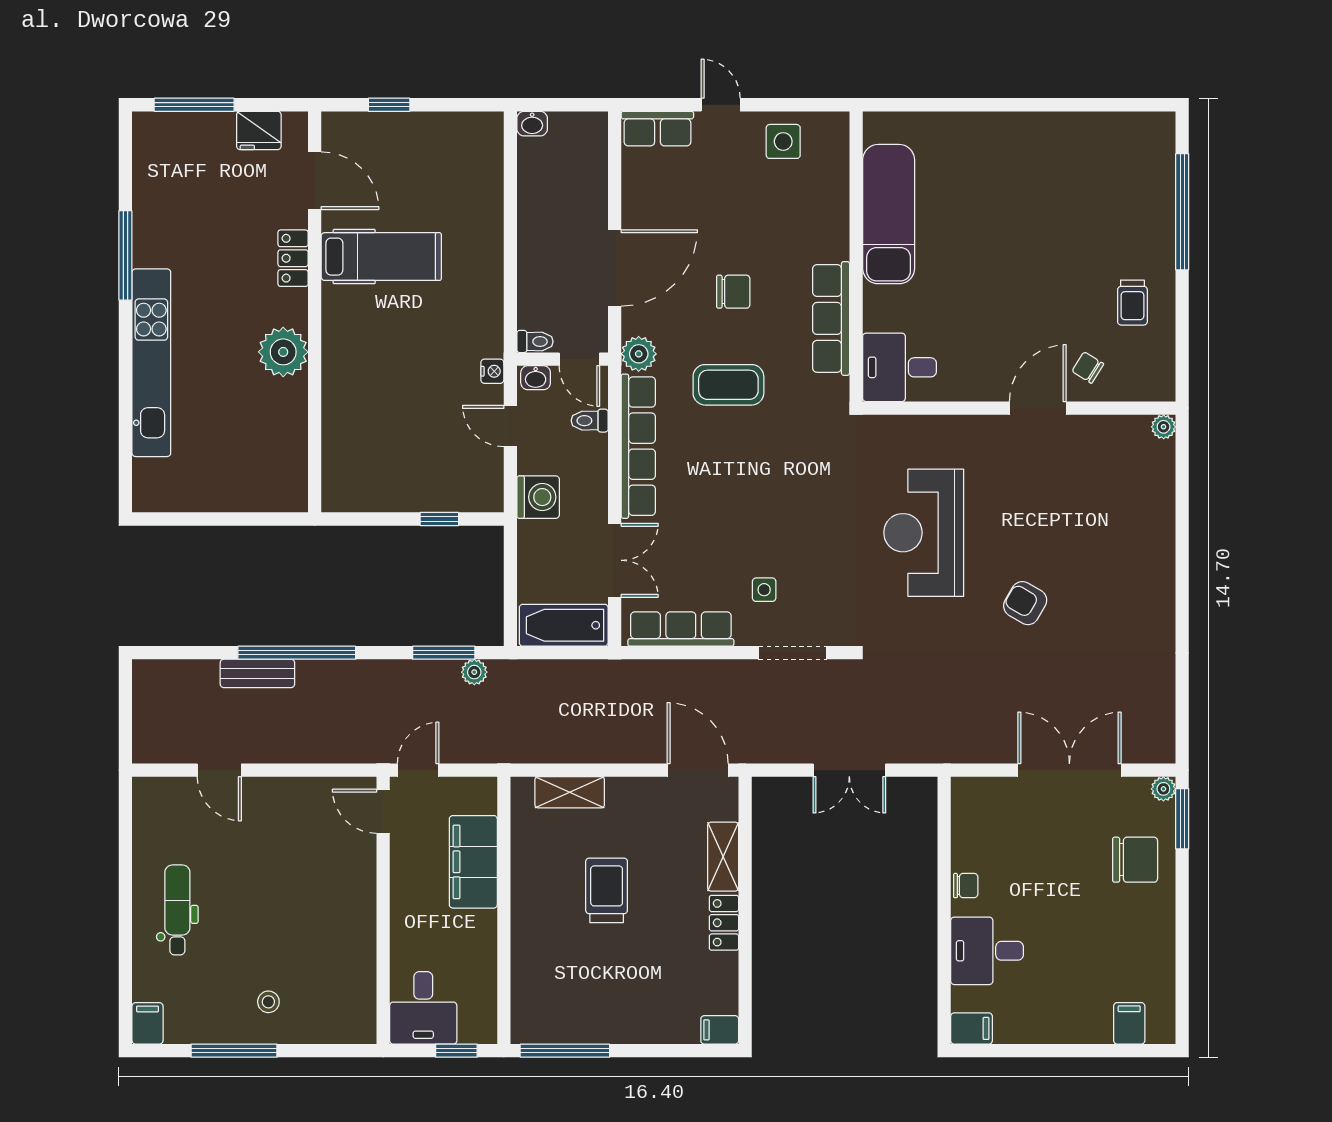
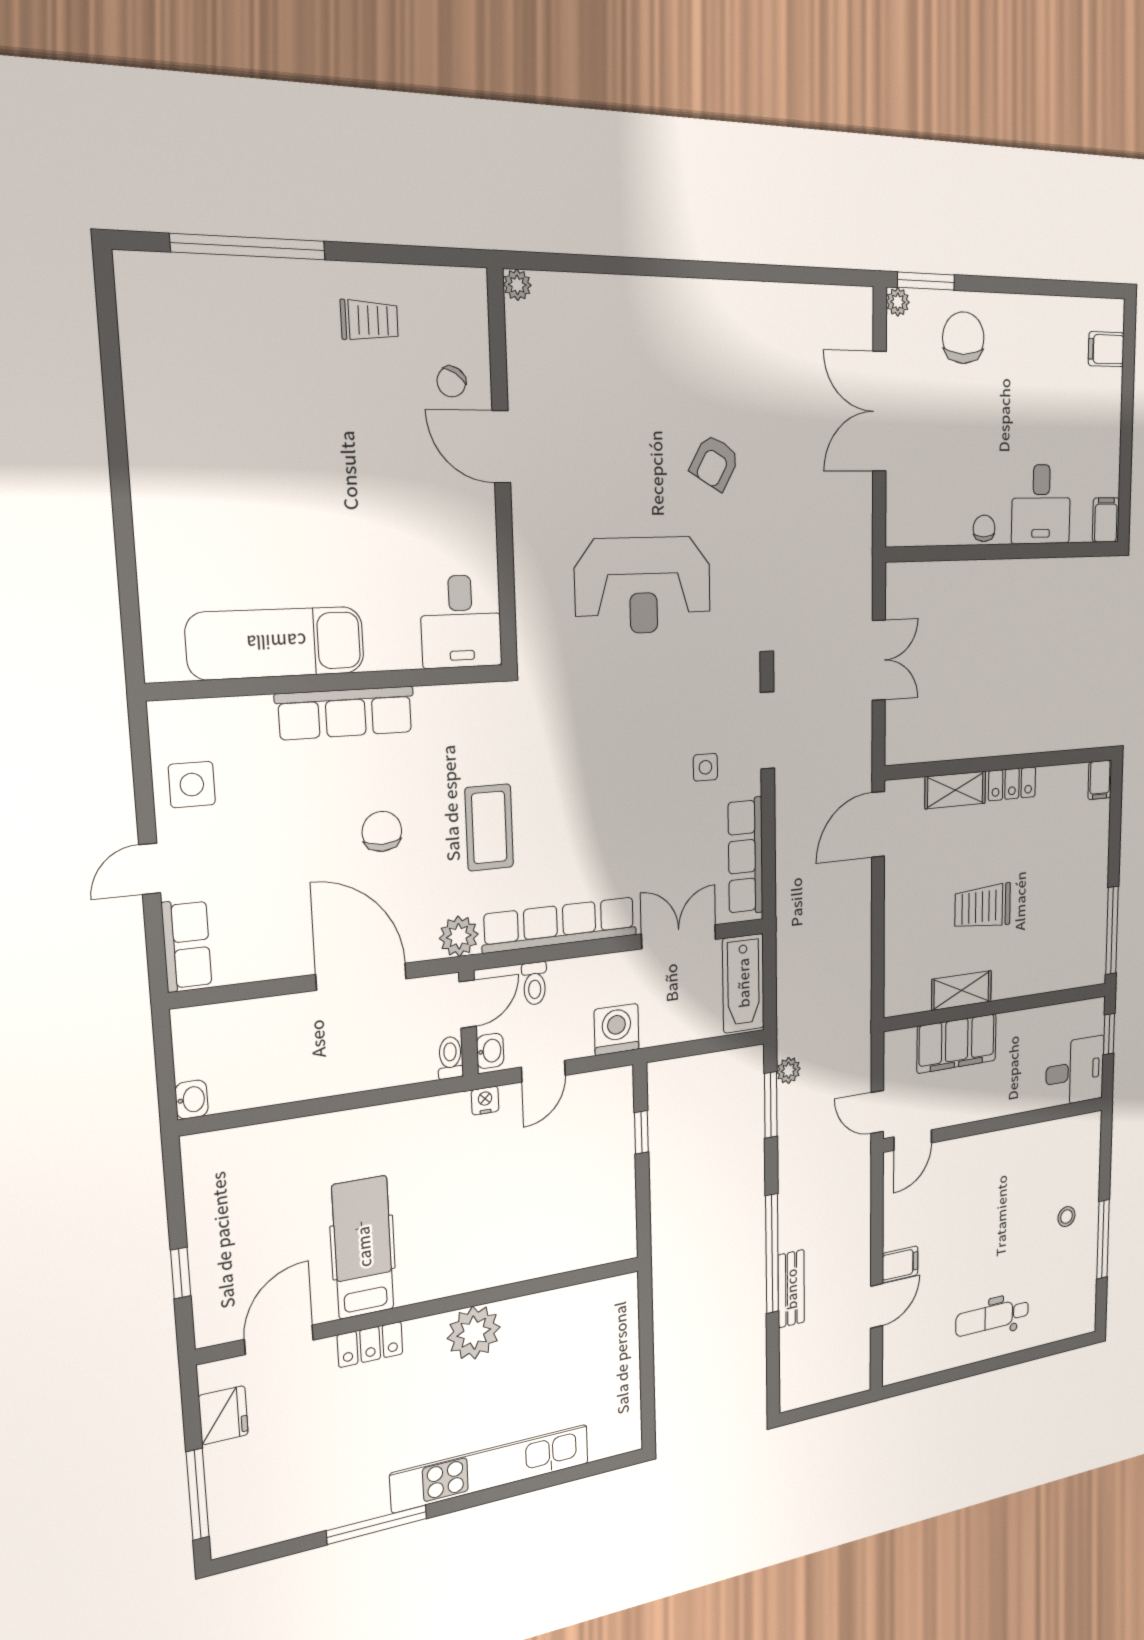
row of seats: (831, 318) -> (346, 713), moved
shelving: (570, 792) -> (962, 990), moved, turned 90
filing cabinet: (147, 1023) -> (900, 1264), moved, turned 180

